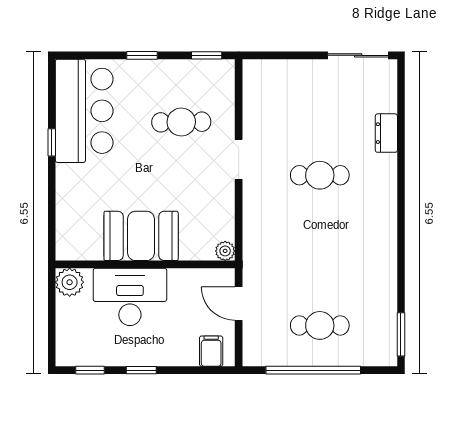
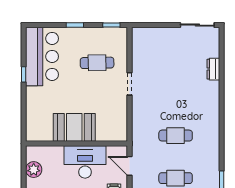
cafe table: (320, 175) -> (176, 136), moved
plant: (225, 251) -> (122, 136), removed
plant: (70, 282) -> (34, 170), moved
desk: (130, 297) -> (85, 162), moved

